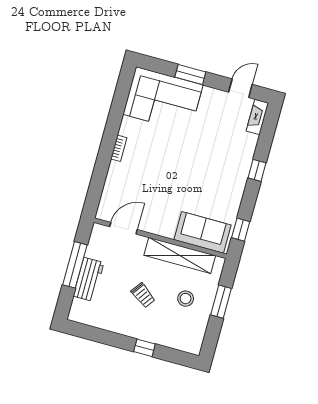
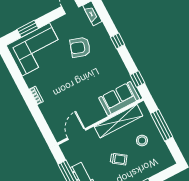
window: (190, 75) -> (28, 29), moved
armchair: (212, 141) -> (80, 47), added
window: (221, 302) -> (162, 125), width x1.44

